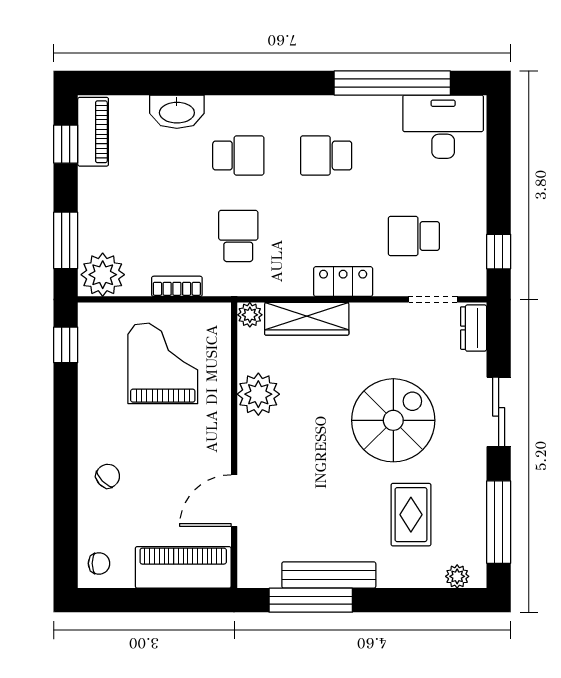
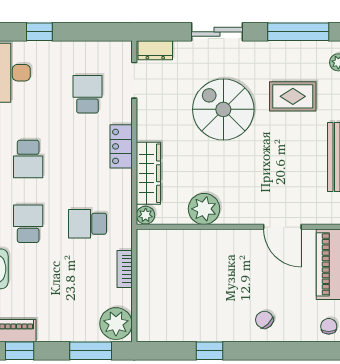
school desk: (414, 236) -> (87, 94), turned 180
window: (499, 252) -> (39, 32), moved
window: (66, 345) -> (210, 351), moved
grand piano: (163, 363) -> (181, 279), removed

